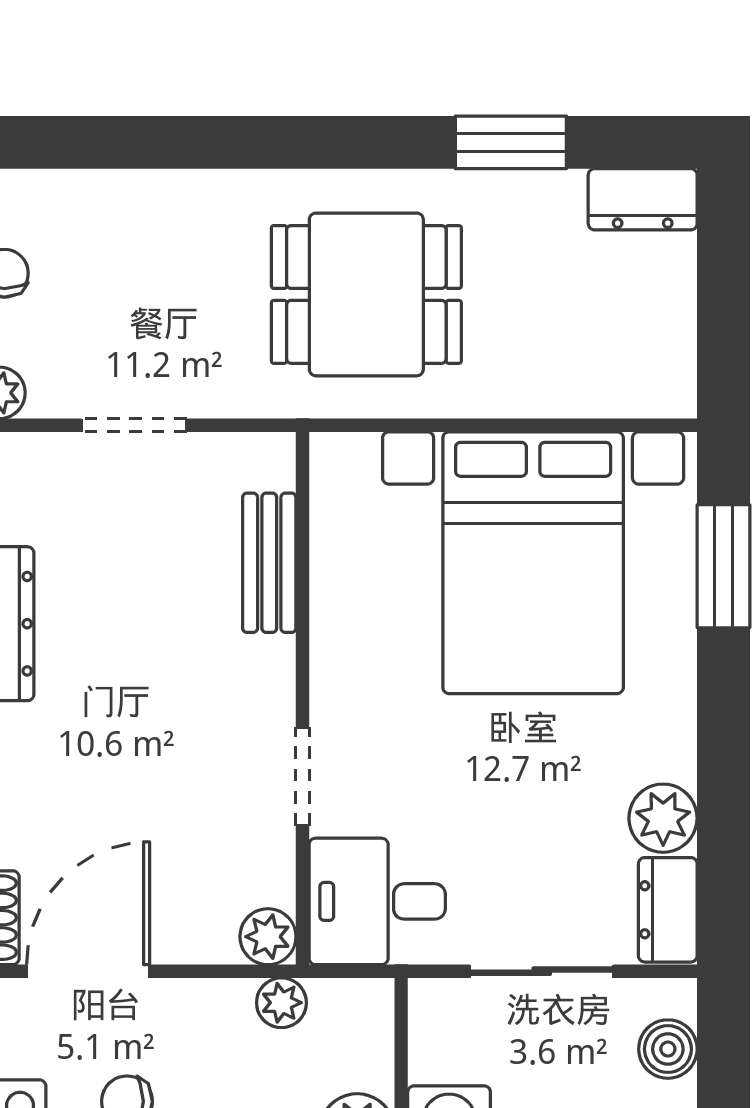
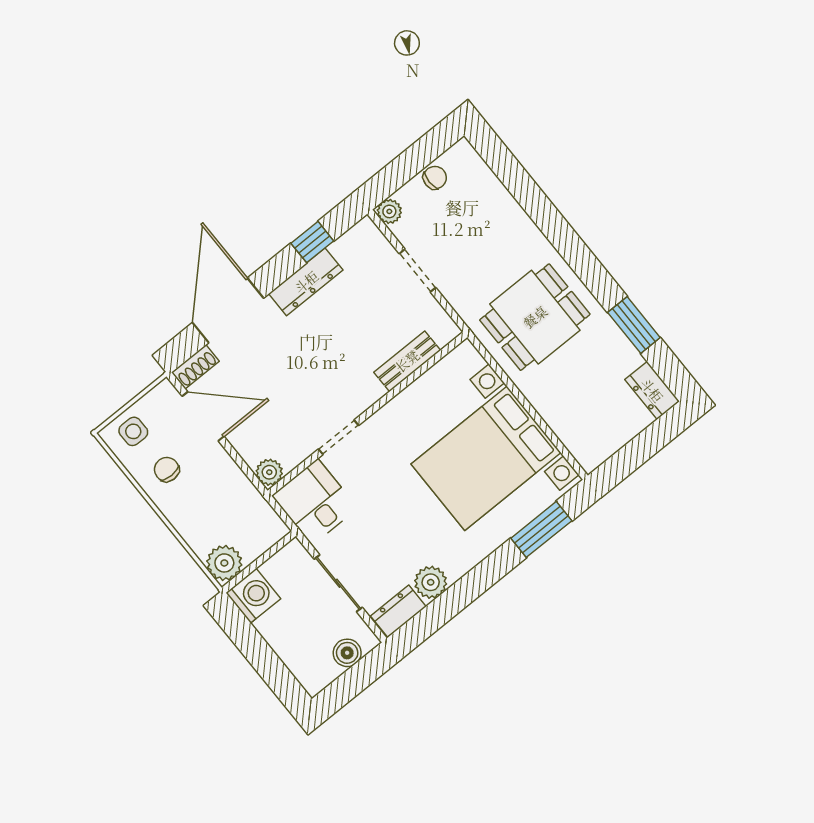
dining table: (366, 294) -> (535, 317), turned 90
plant: (281, 1003) -> (249, 497), removed

